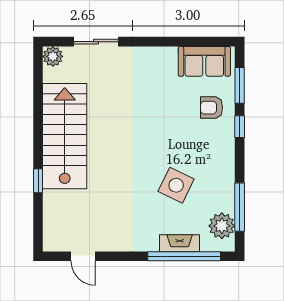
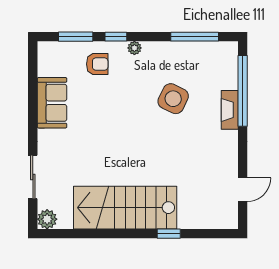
sofa: (204, 61) -> (52, 103), moved
armchair: (212, 108) -> (97, 64), turned -90
plant: (222, 226) -> (134, 48), moved, width x0.53, depth x0.53
fireplace: (180, 243) -> (230, 110), moved

